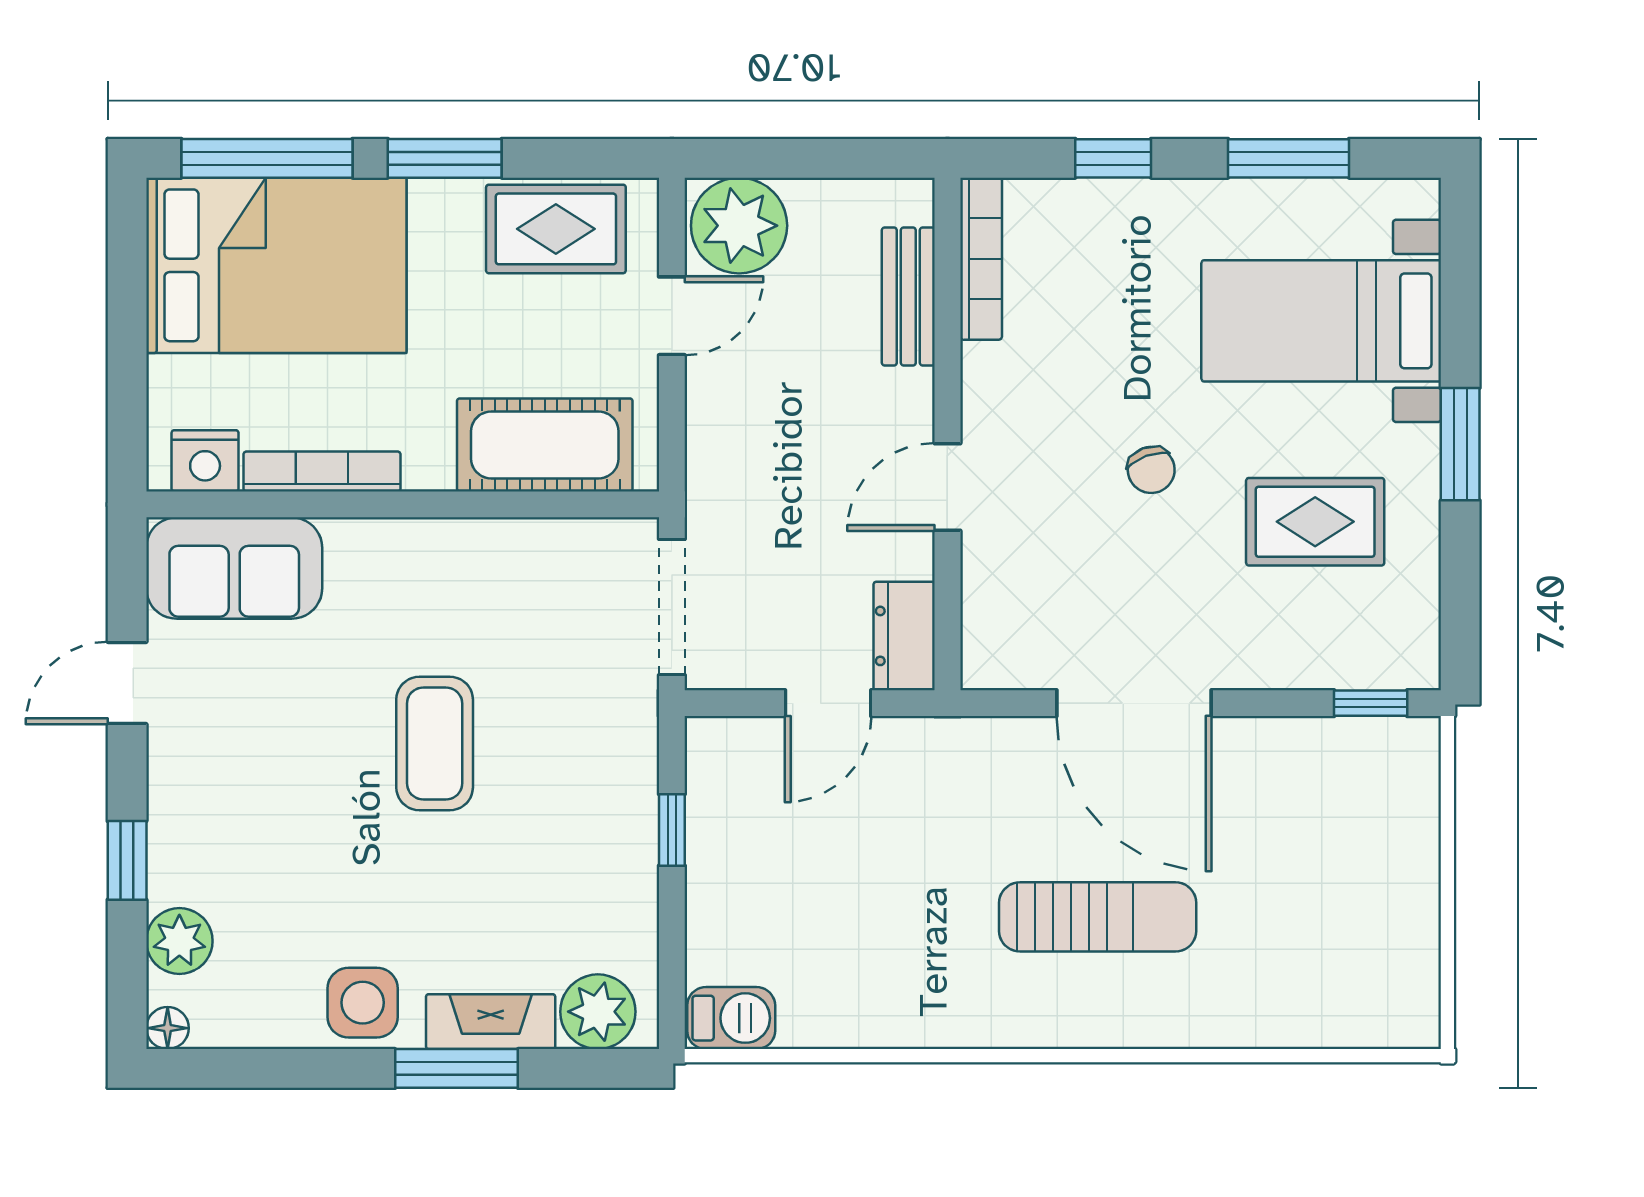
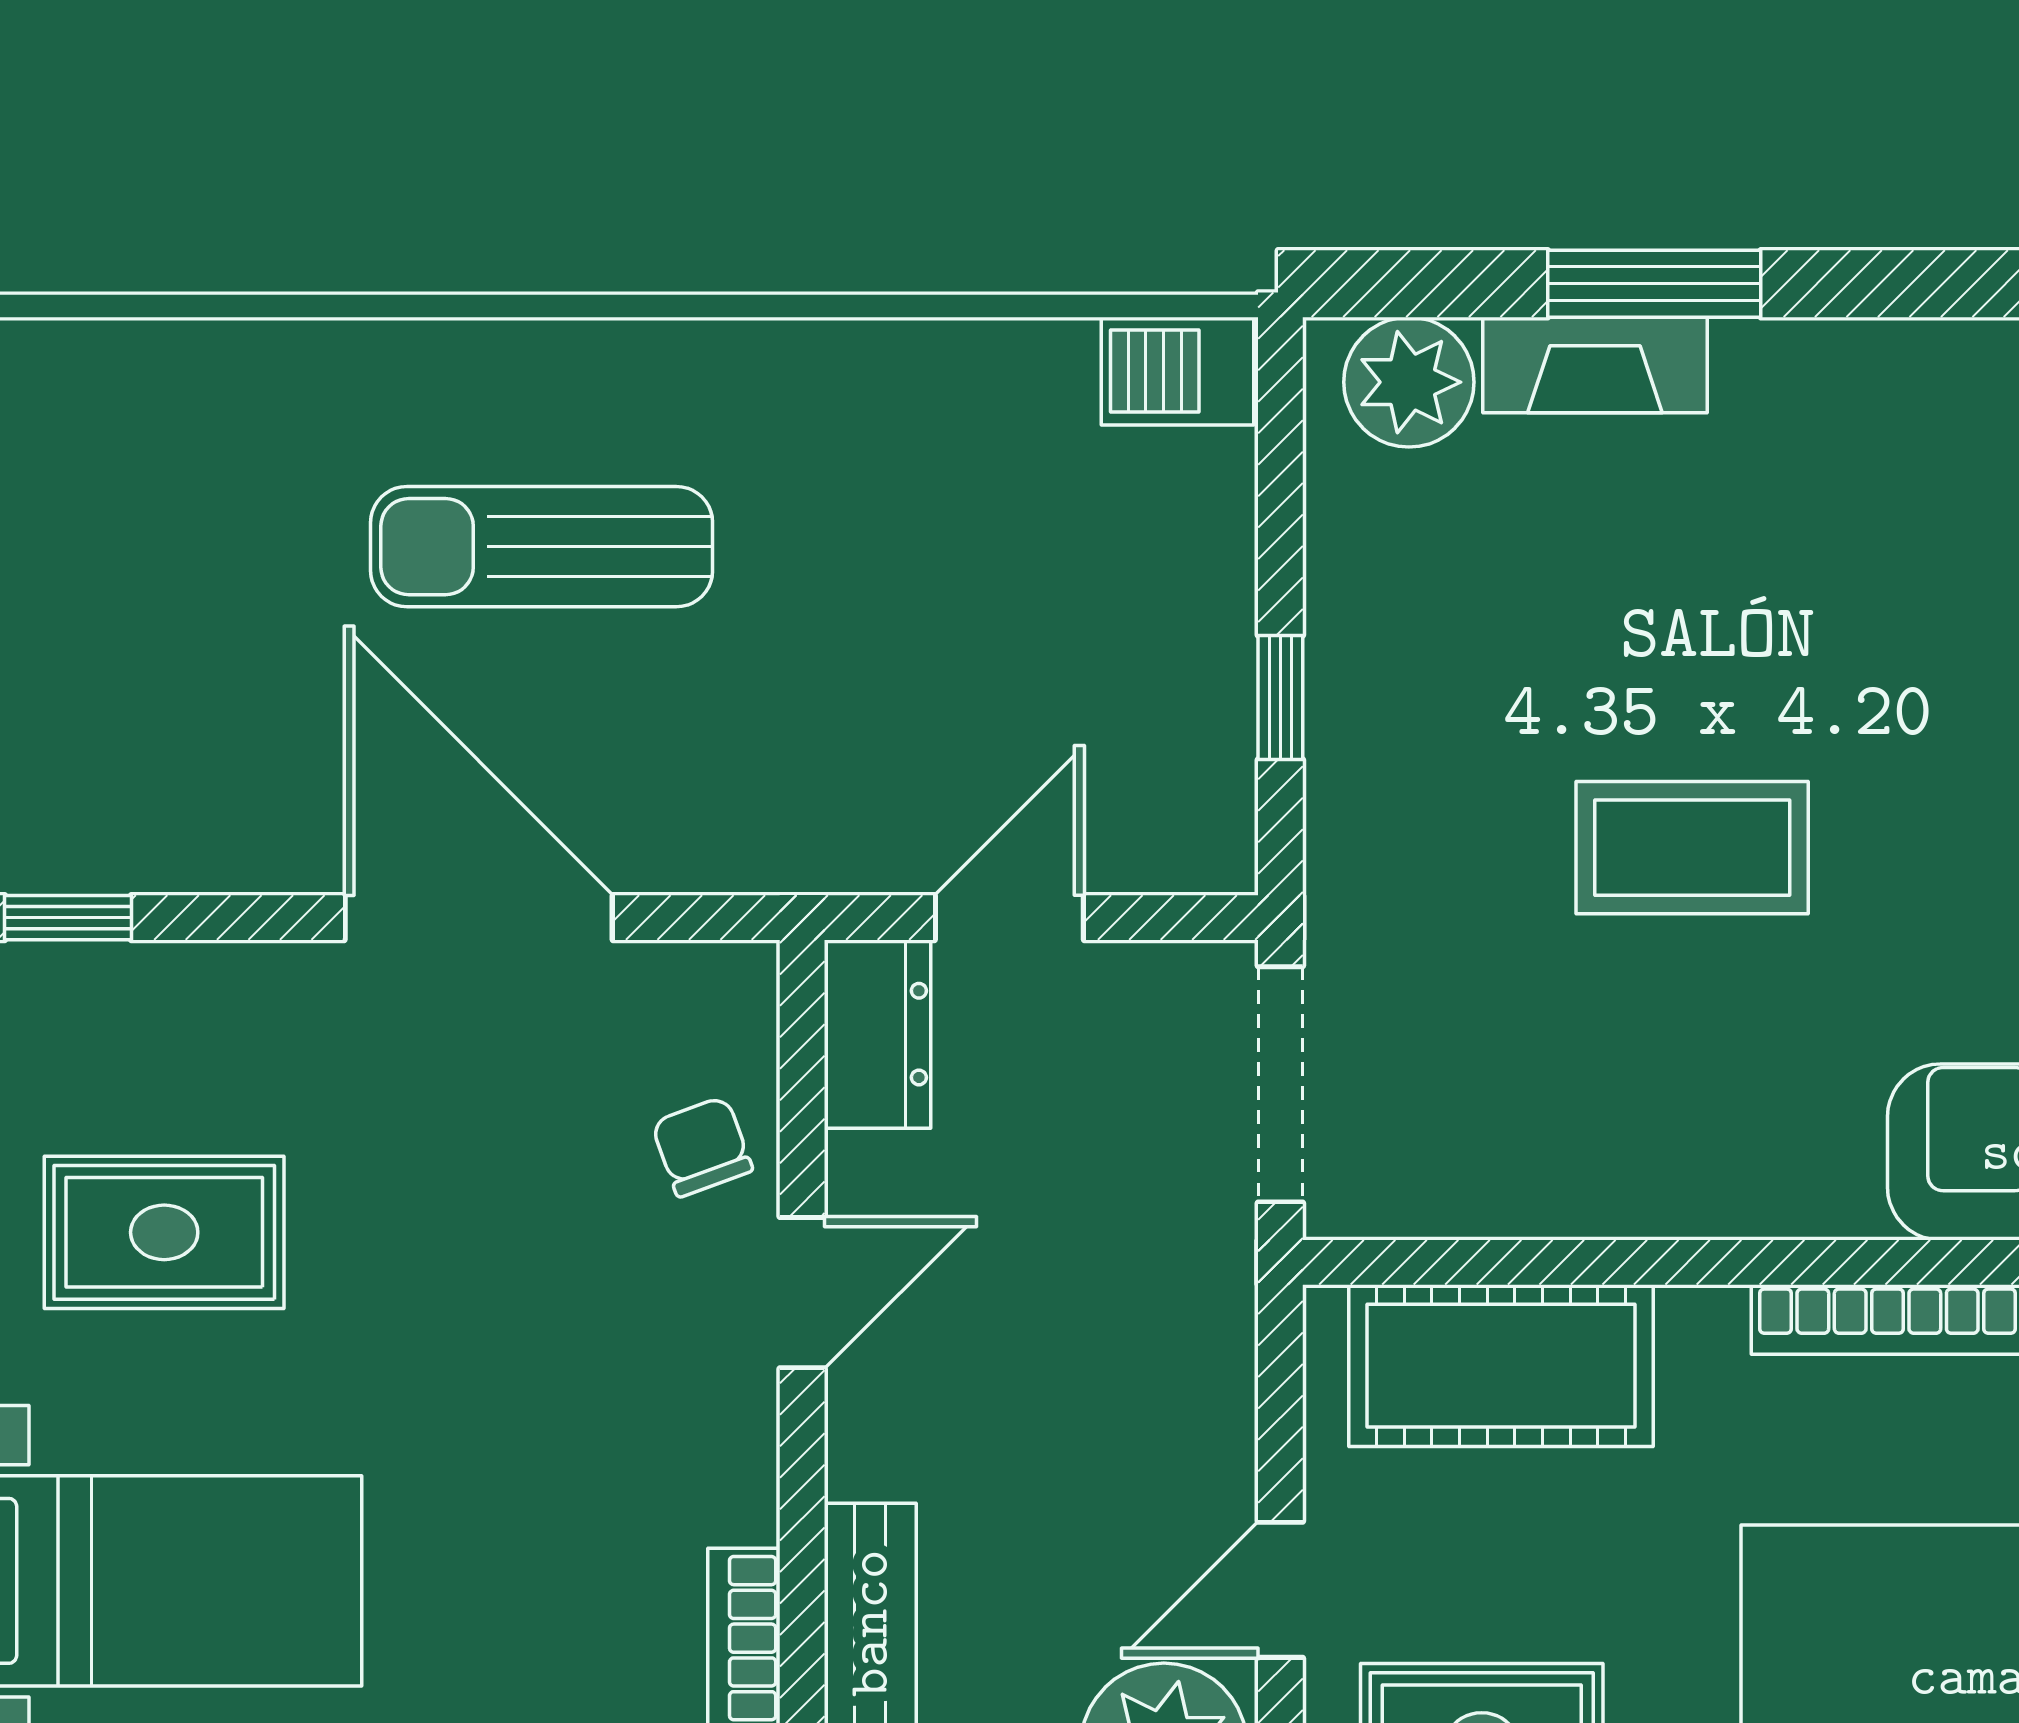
chair: (1151, 470) -> (702, 1147), moved
coffee table: (435, 743) -> (1692, 848), turned 90
side table: (363, 1003) -> (1817, 398), removed

